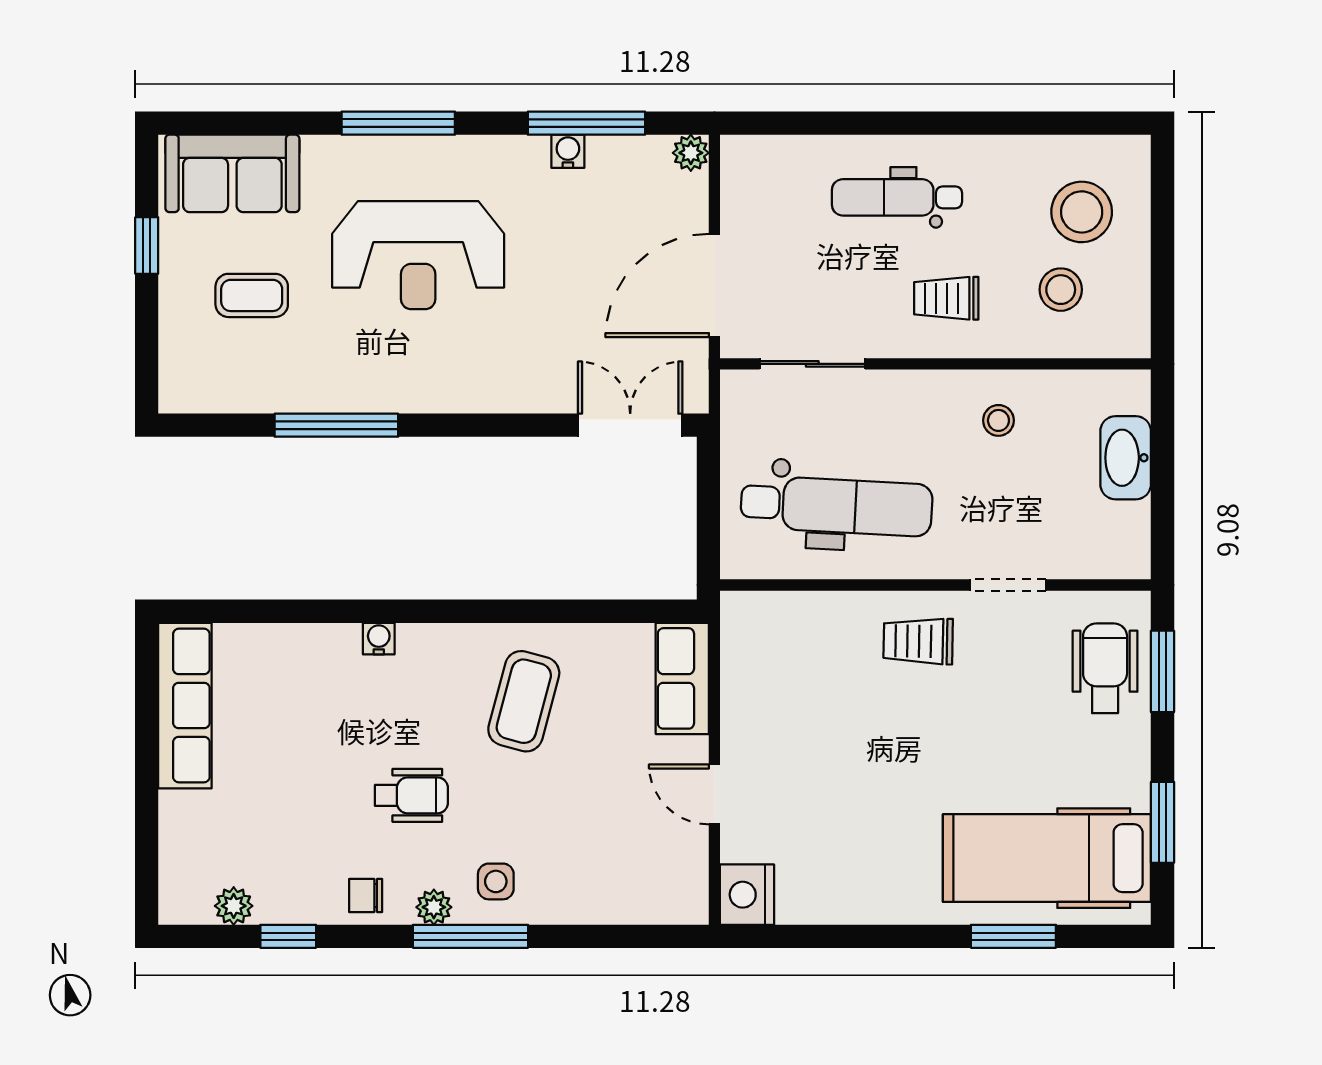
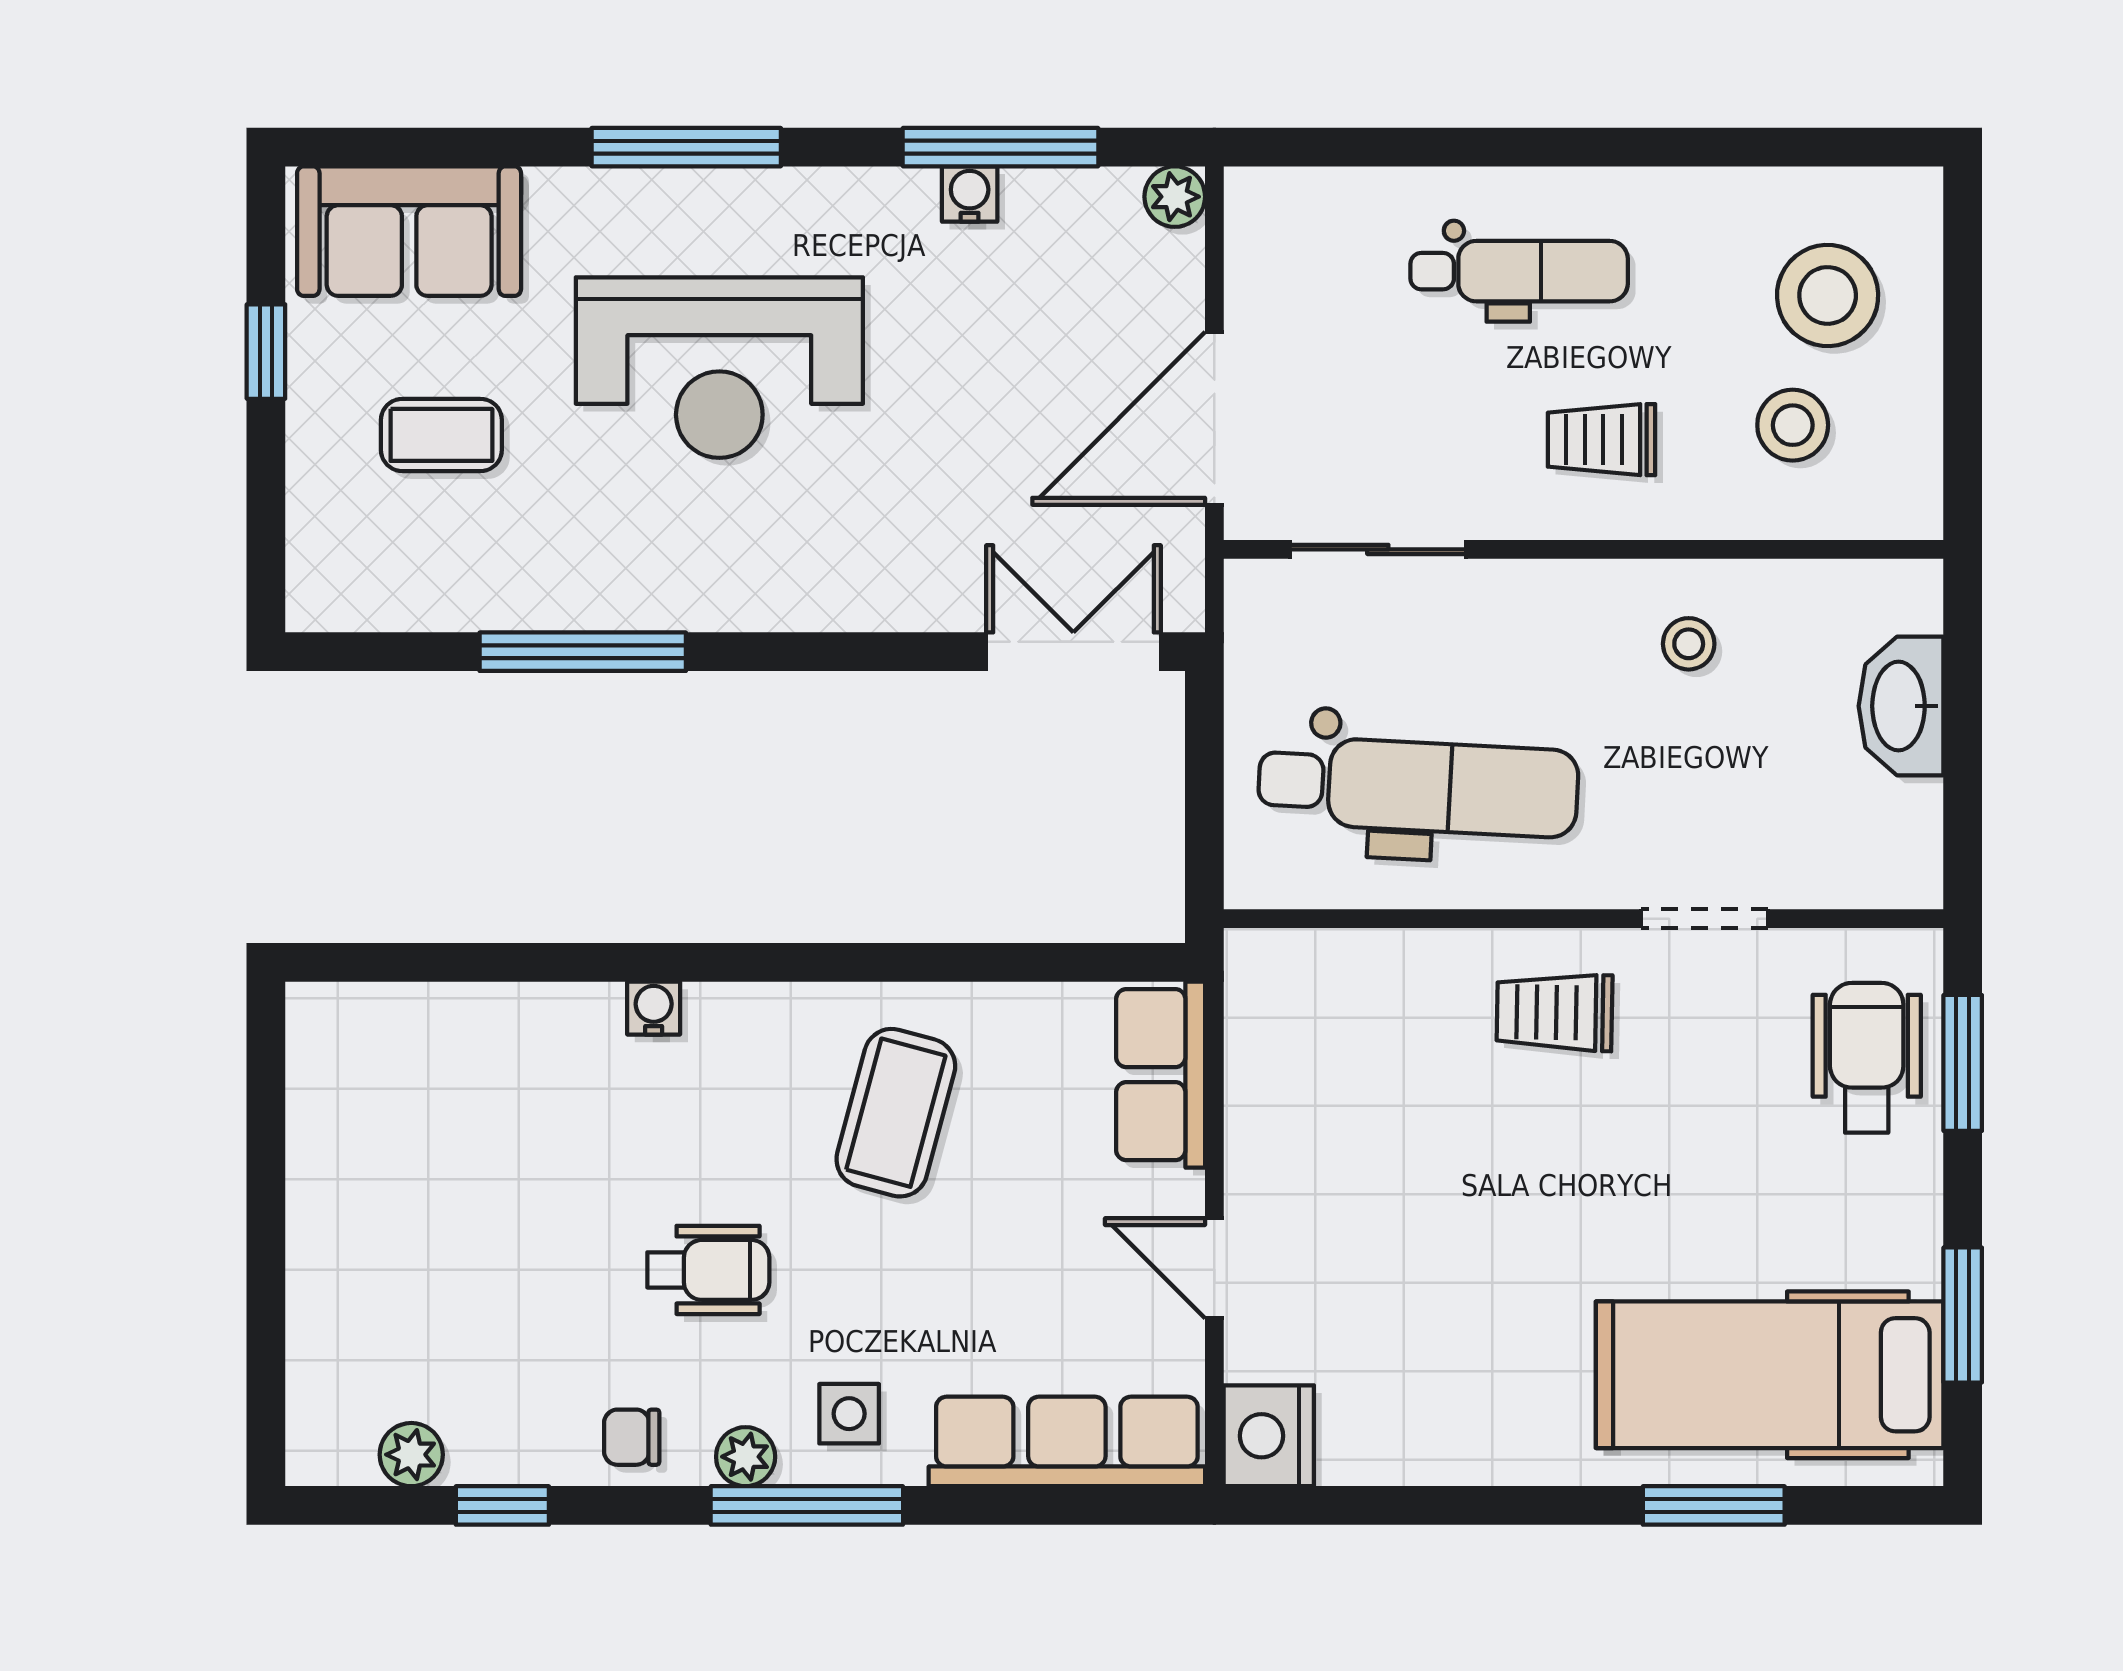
dental chair: (897, 197) -> (1519, 271), turned 180
row of seats: (185, 706) -> (1067, 1441), moved, turned -90

